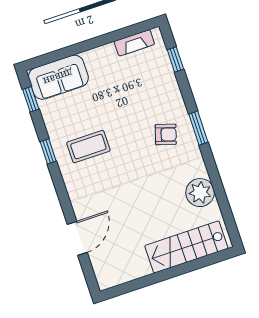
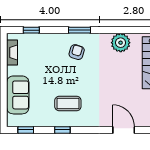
sofa: (58, 77) -> (18, 95), moved
coffee table: (88, 147) -> (68, 103), turned 90

